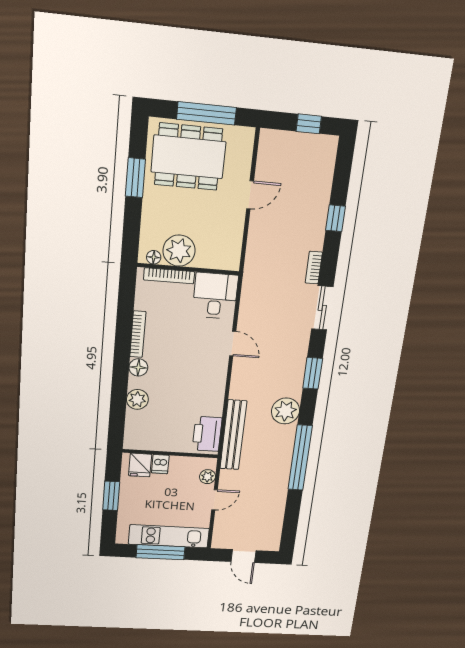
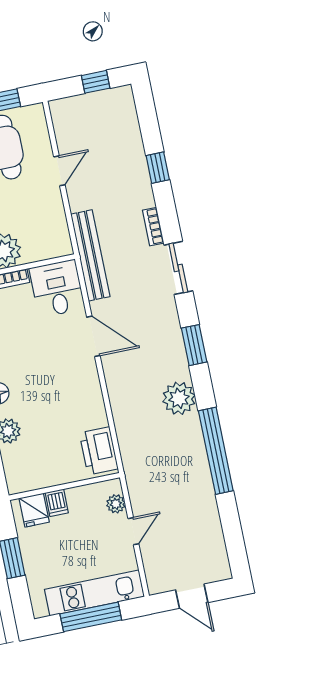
door: (233, 344) -> (93, 336), width x1.38
bench: (233, 435) -> (90, 255), moved

